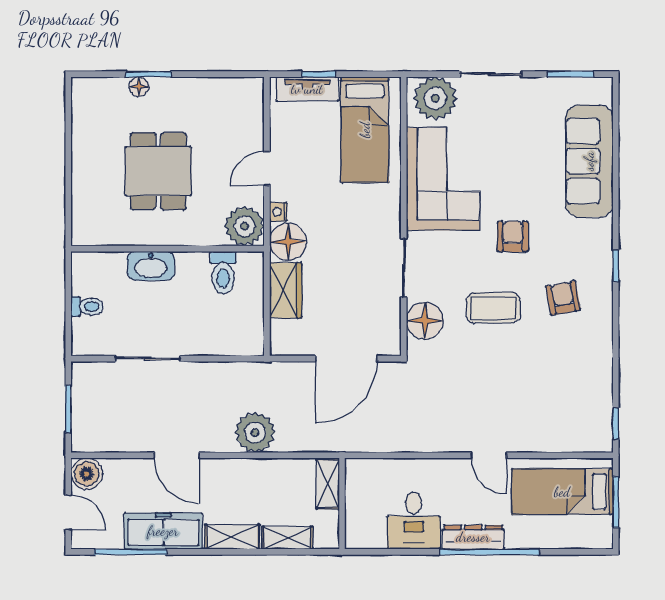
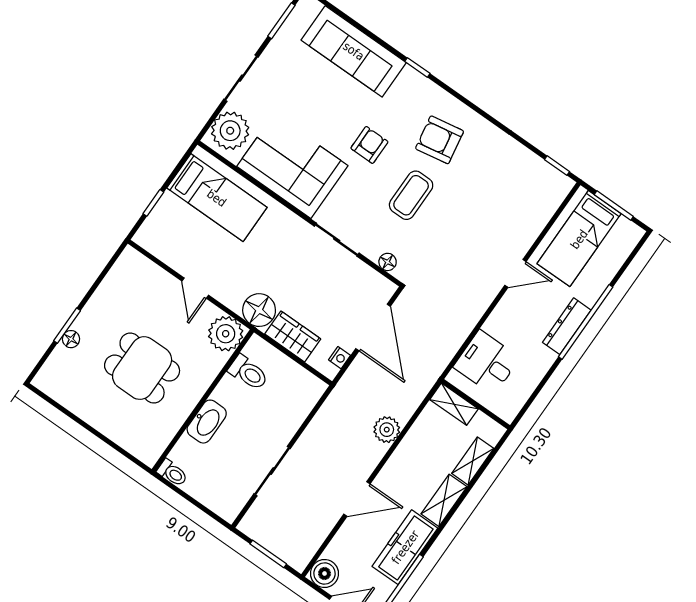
tv unit: (307, 89) -> (158, 218), removed
nightstand: (278, 212) -> (339, 358), moved, turned -90
armchair: (513, 236) -> (369, 145), turned 90
window: (616, 266) -> (417, 67), moved
armchair: (563, 298) -> (440, 140), width x1.38, depth x1.38
toilet: (87, 307) -> (172, 473), moved, turned 90
floor lamp: (425, 321) -> (388, 262), width x0.53, depth x0.53
plant: (255, 432) -> (387, 430), width x0.73, depth x0.73
desk: (414, 521) -> (487, 362), moved, turned 180

